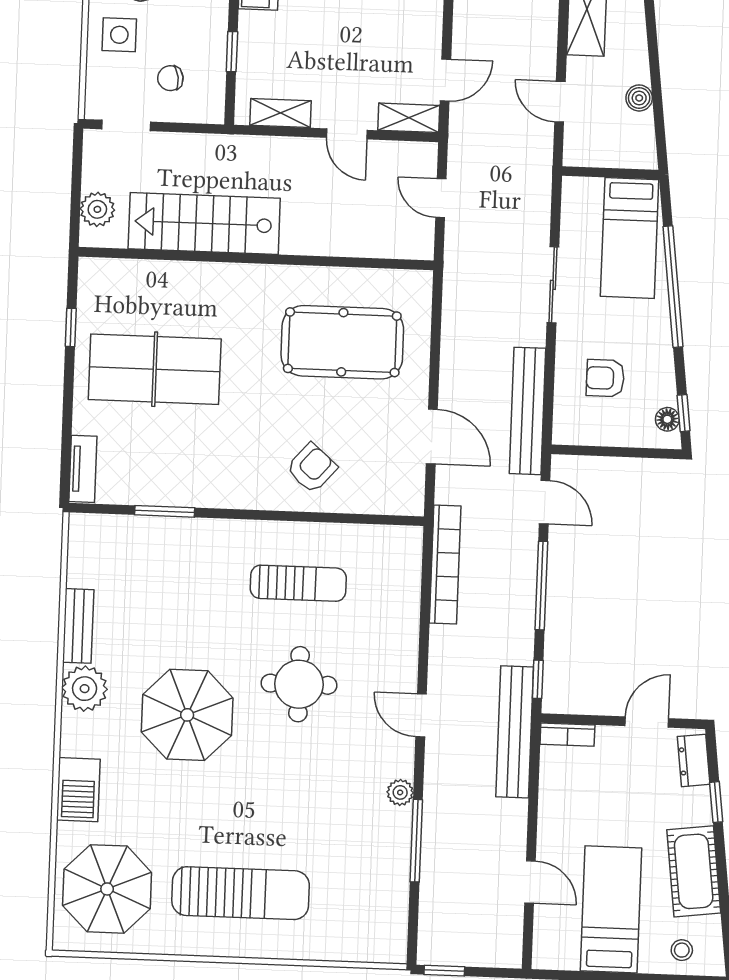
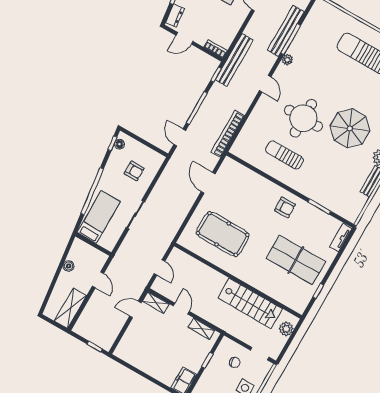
bench: (528, 411) -> (286, 31), moved
armchair: (312, 468) -> (285, 207), moved, turned -133
round table: (299, 684) -> (303, 118), width x1.36, depth x1.36

